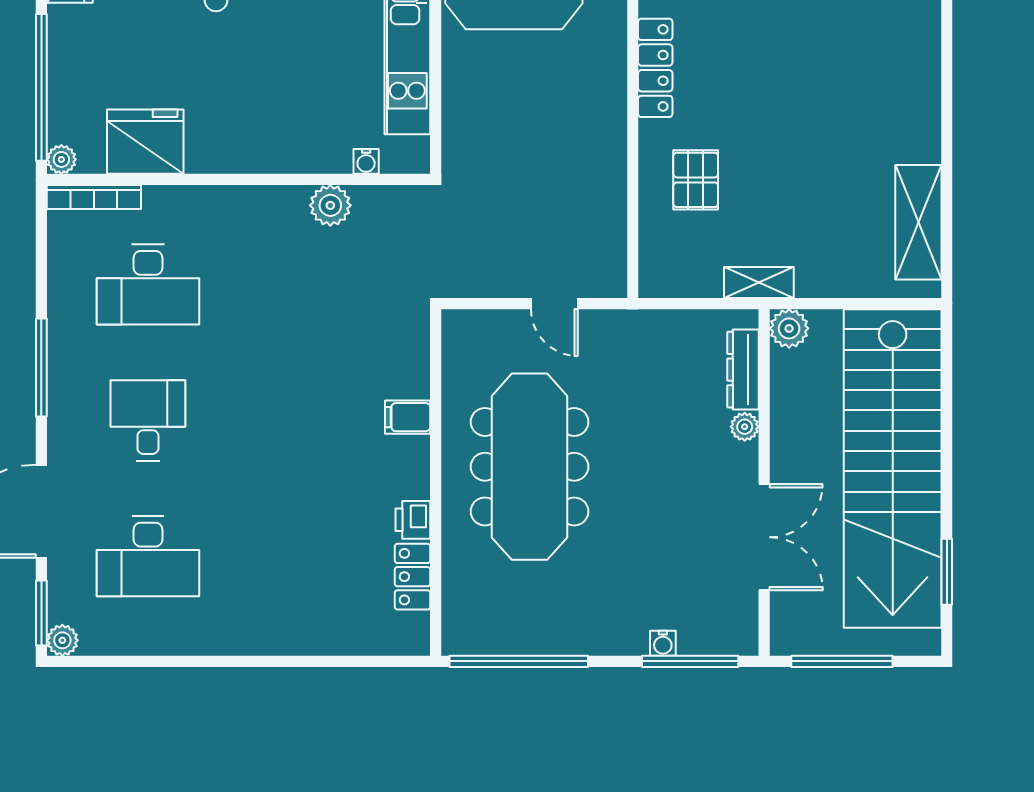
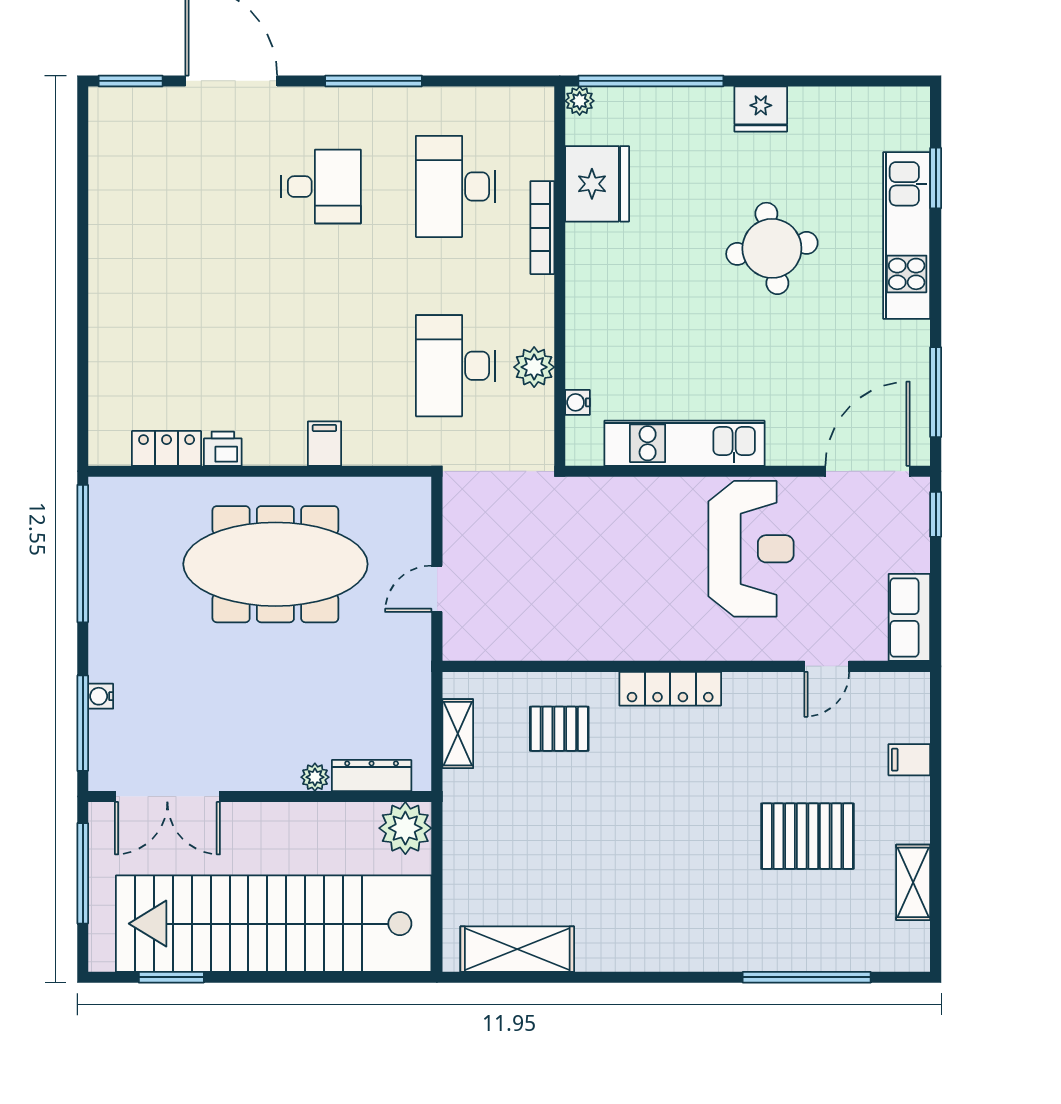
bookcase: (94, 197) -> (542, 228), moved
shelving: (759, 282) -> (458, 734), moved
plant: (789, 328) -> (405, 828), width x1.36, depth x1.36
double door: (764, 537) -> (167, 797), moved
desk: (148, 556) -> (456, 366), moved
plant: (62, 640) -> (104, 102), removed

